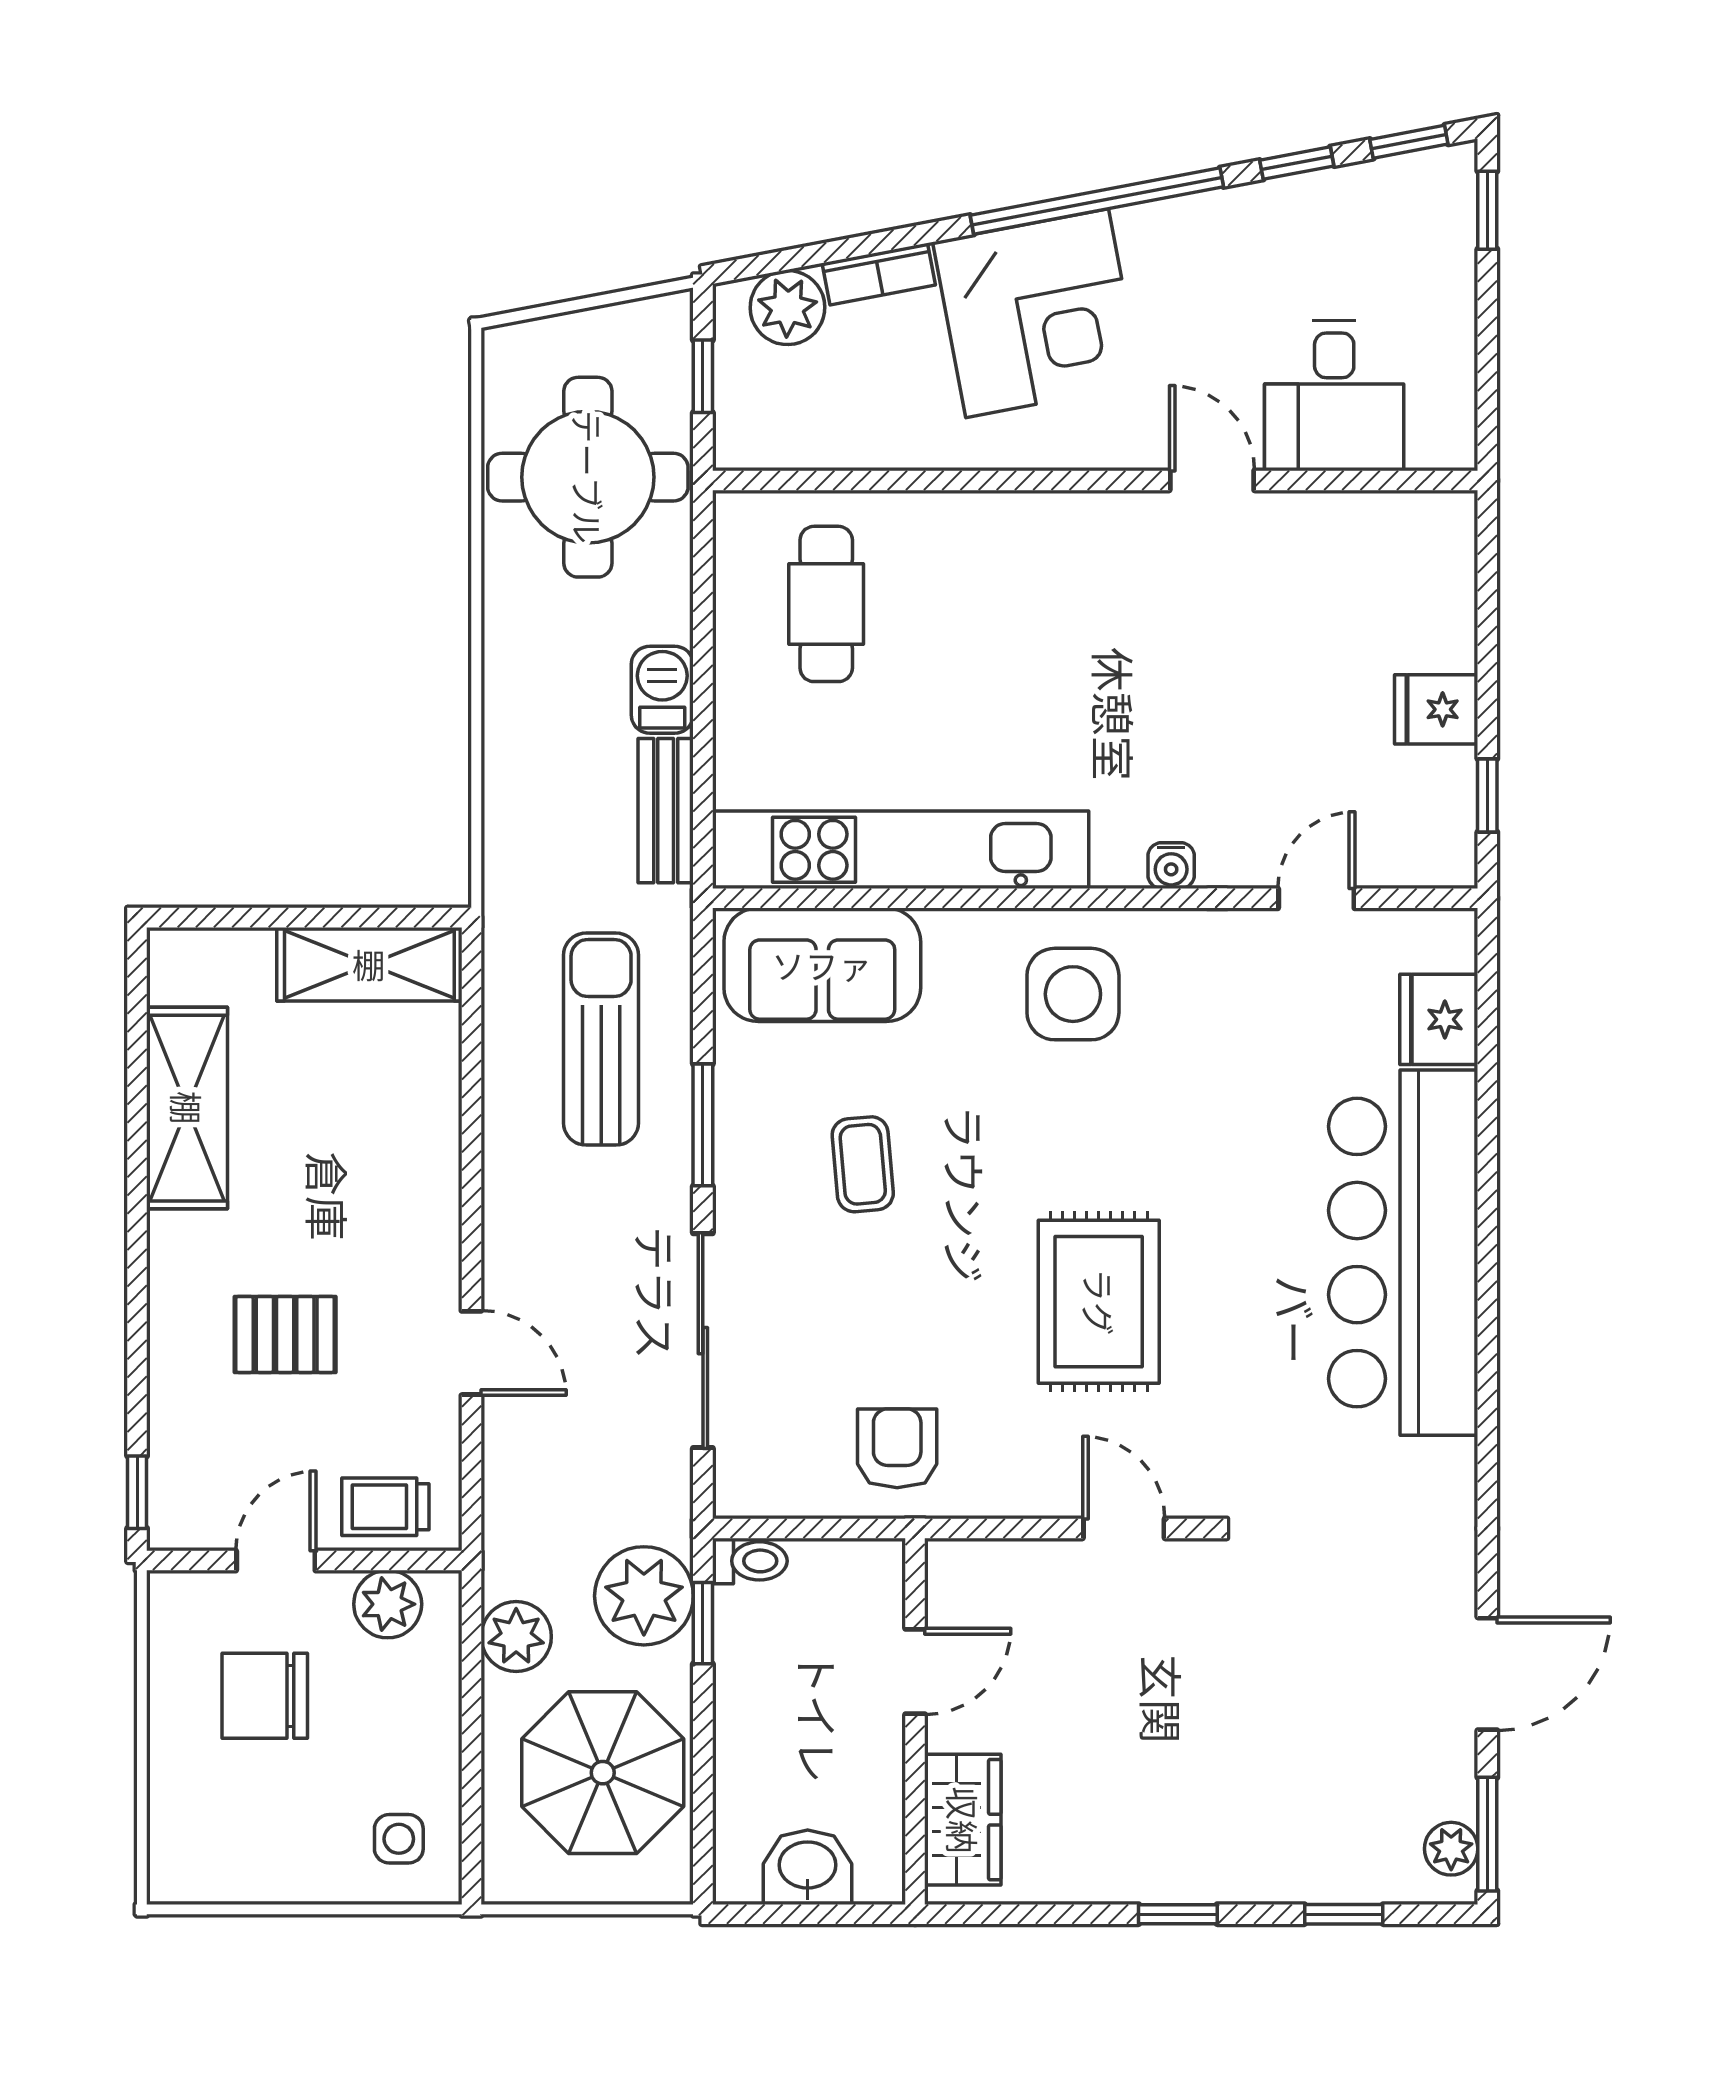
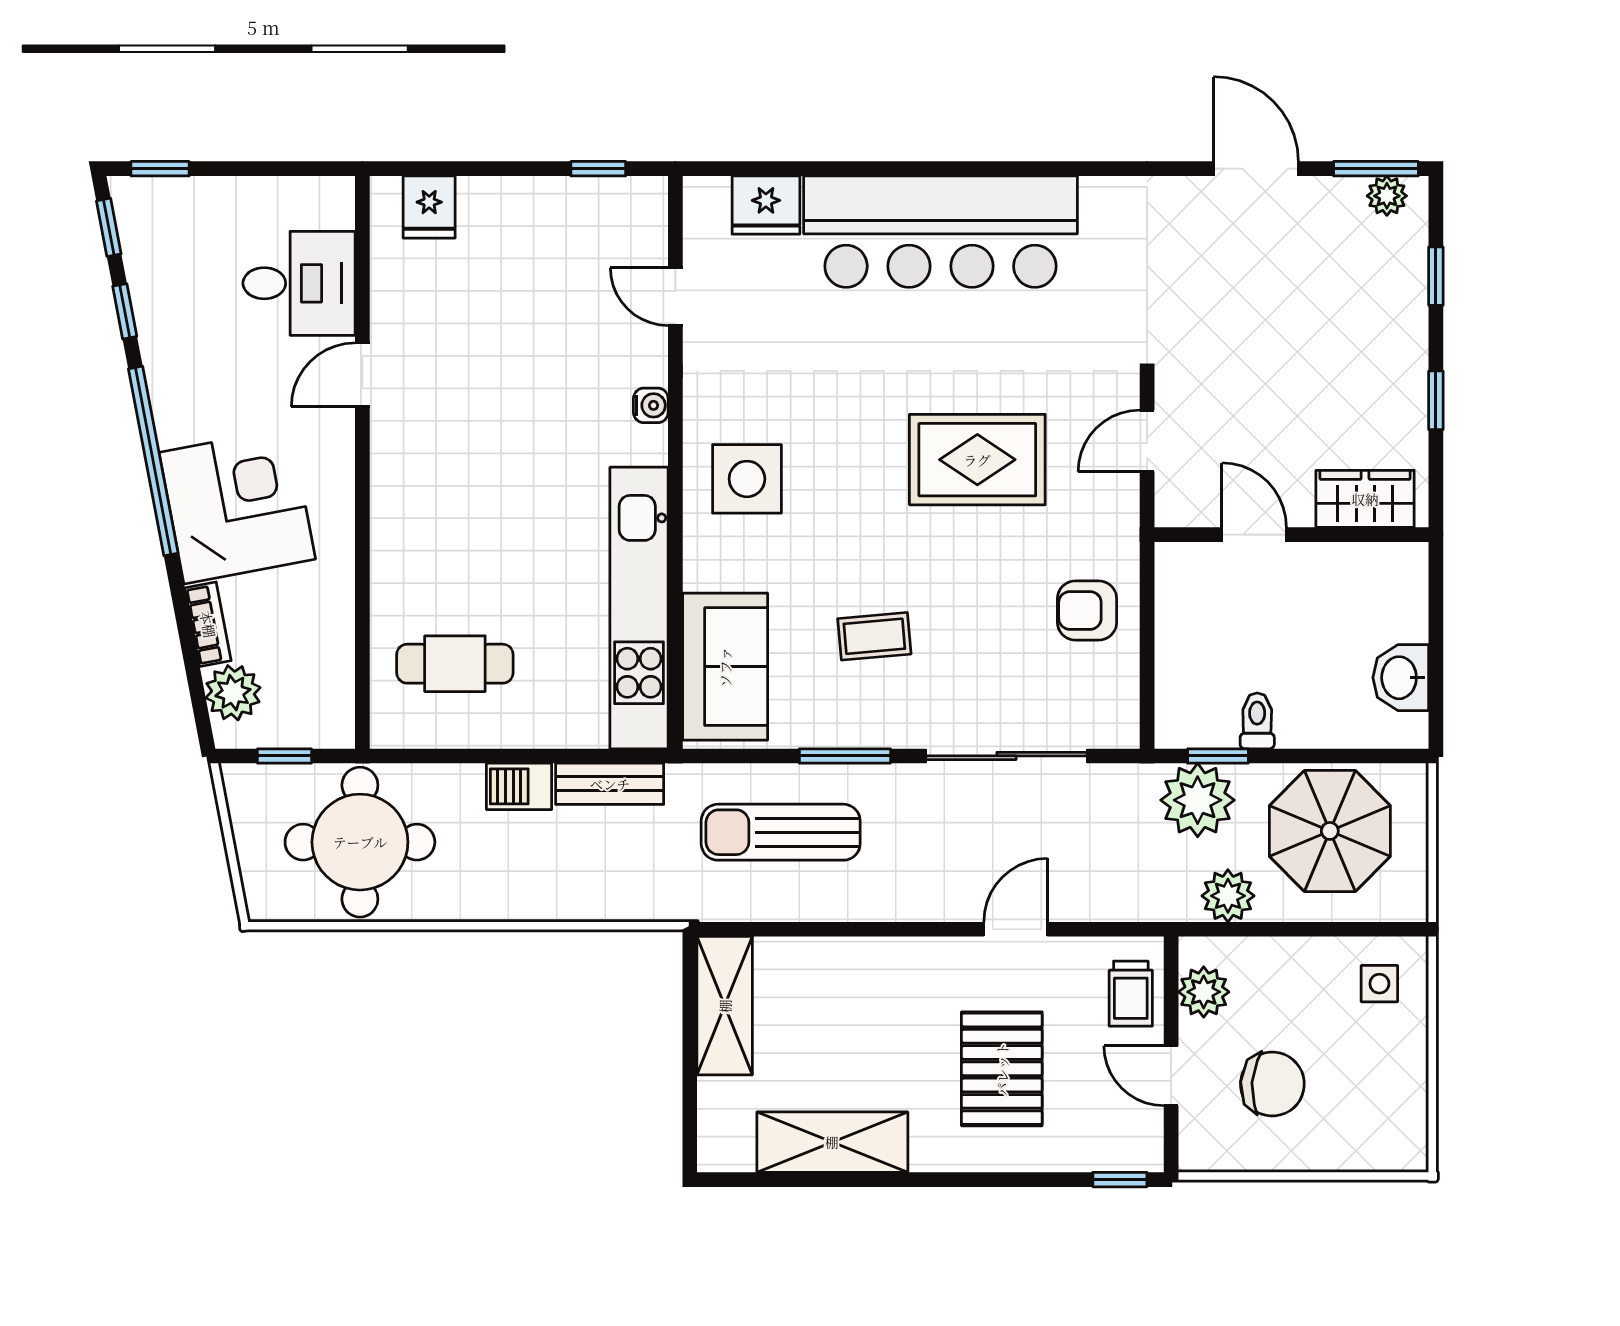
fridge: (1436, 709) -> (429, 207), moved
pallet: (285, 1334) -> (1002, 1069), width x1.50, depth x1.42
toilet: (750, 1561) -> (1257, 721), moved
door: (915, 1671) -> (1254, 535), moved
chair: (265, 1696) -> (1272, 1084), turned -86
wall: (915, 1721) -> (1291, 535), moved
wardrobe: (963, 1820) -> (1365, 499), moved

